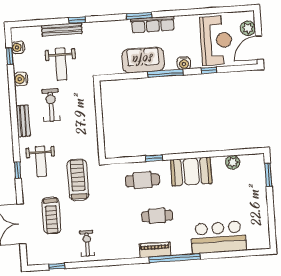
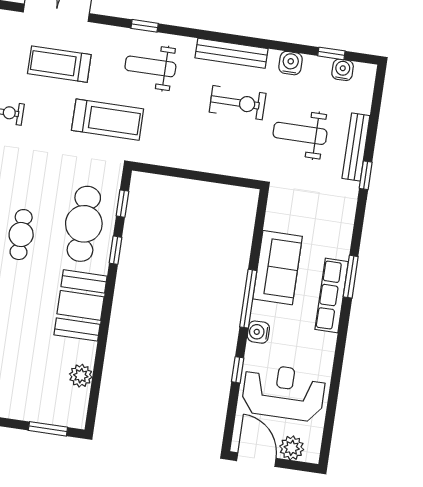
reception desk: (216, 40) -> (284, 392), turned 180
bench: (23, 121) -> (232, 53), width x1.36
window: (126, 160) -> (122, 204), added
cafe table: (143, 180) -> (84, 224), width x1.37, depth x1.35

